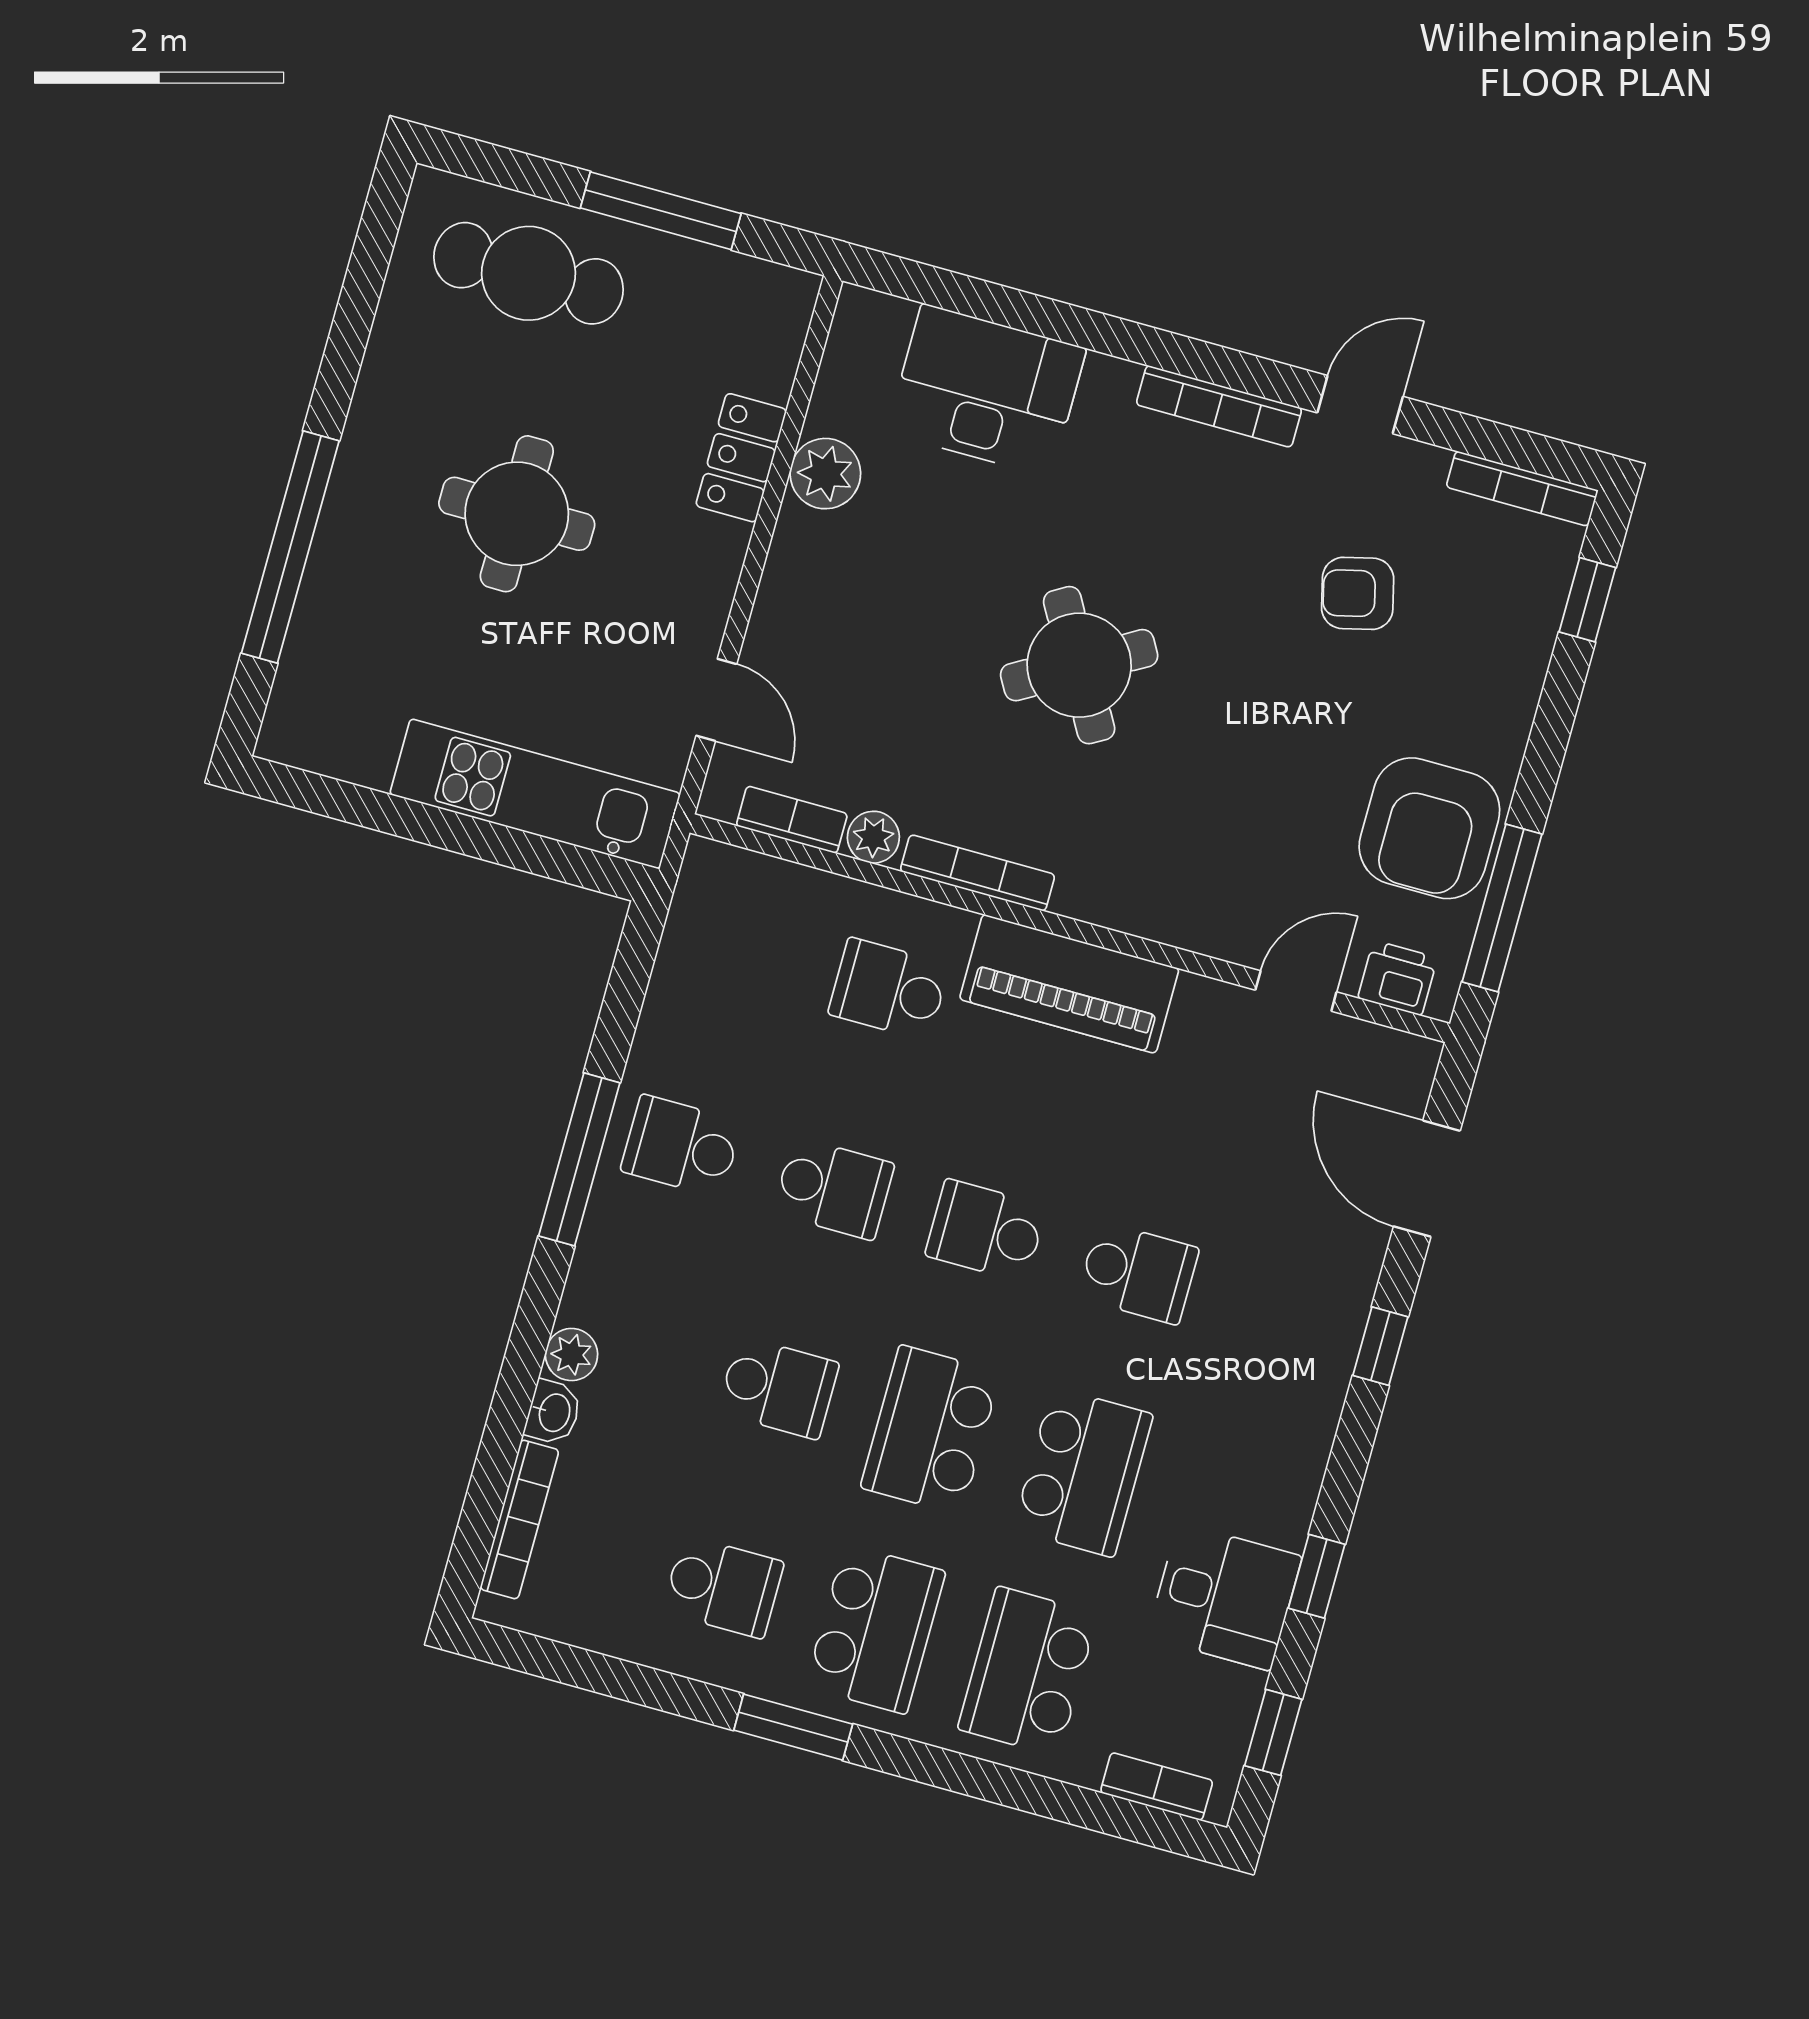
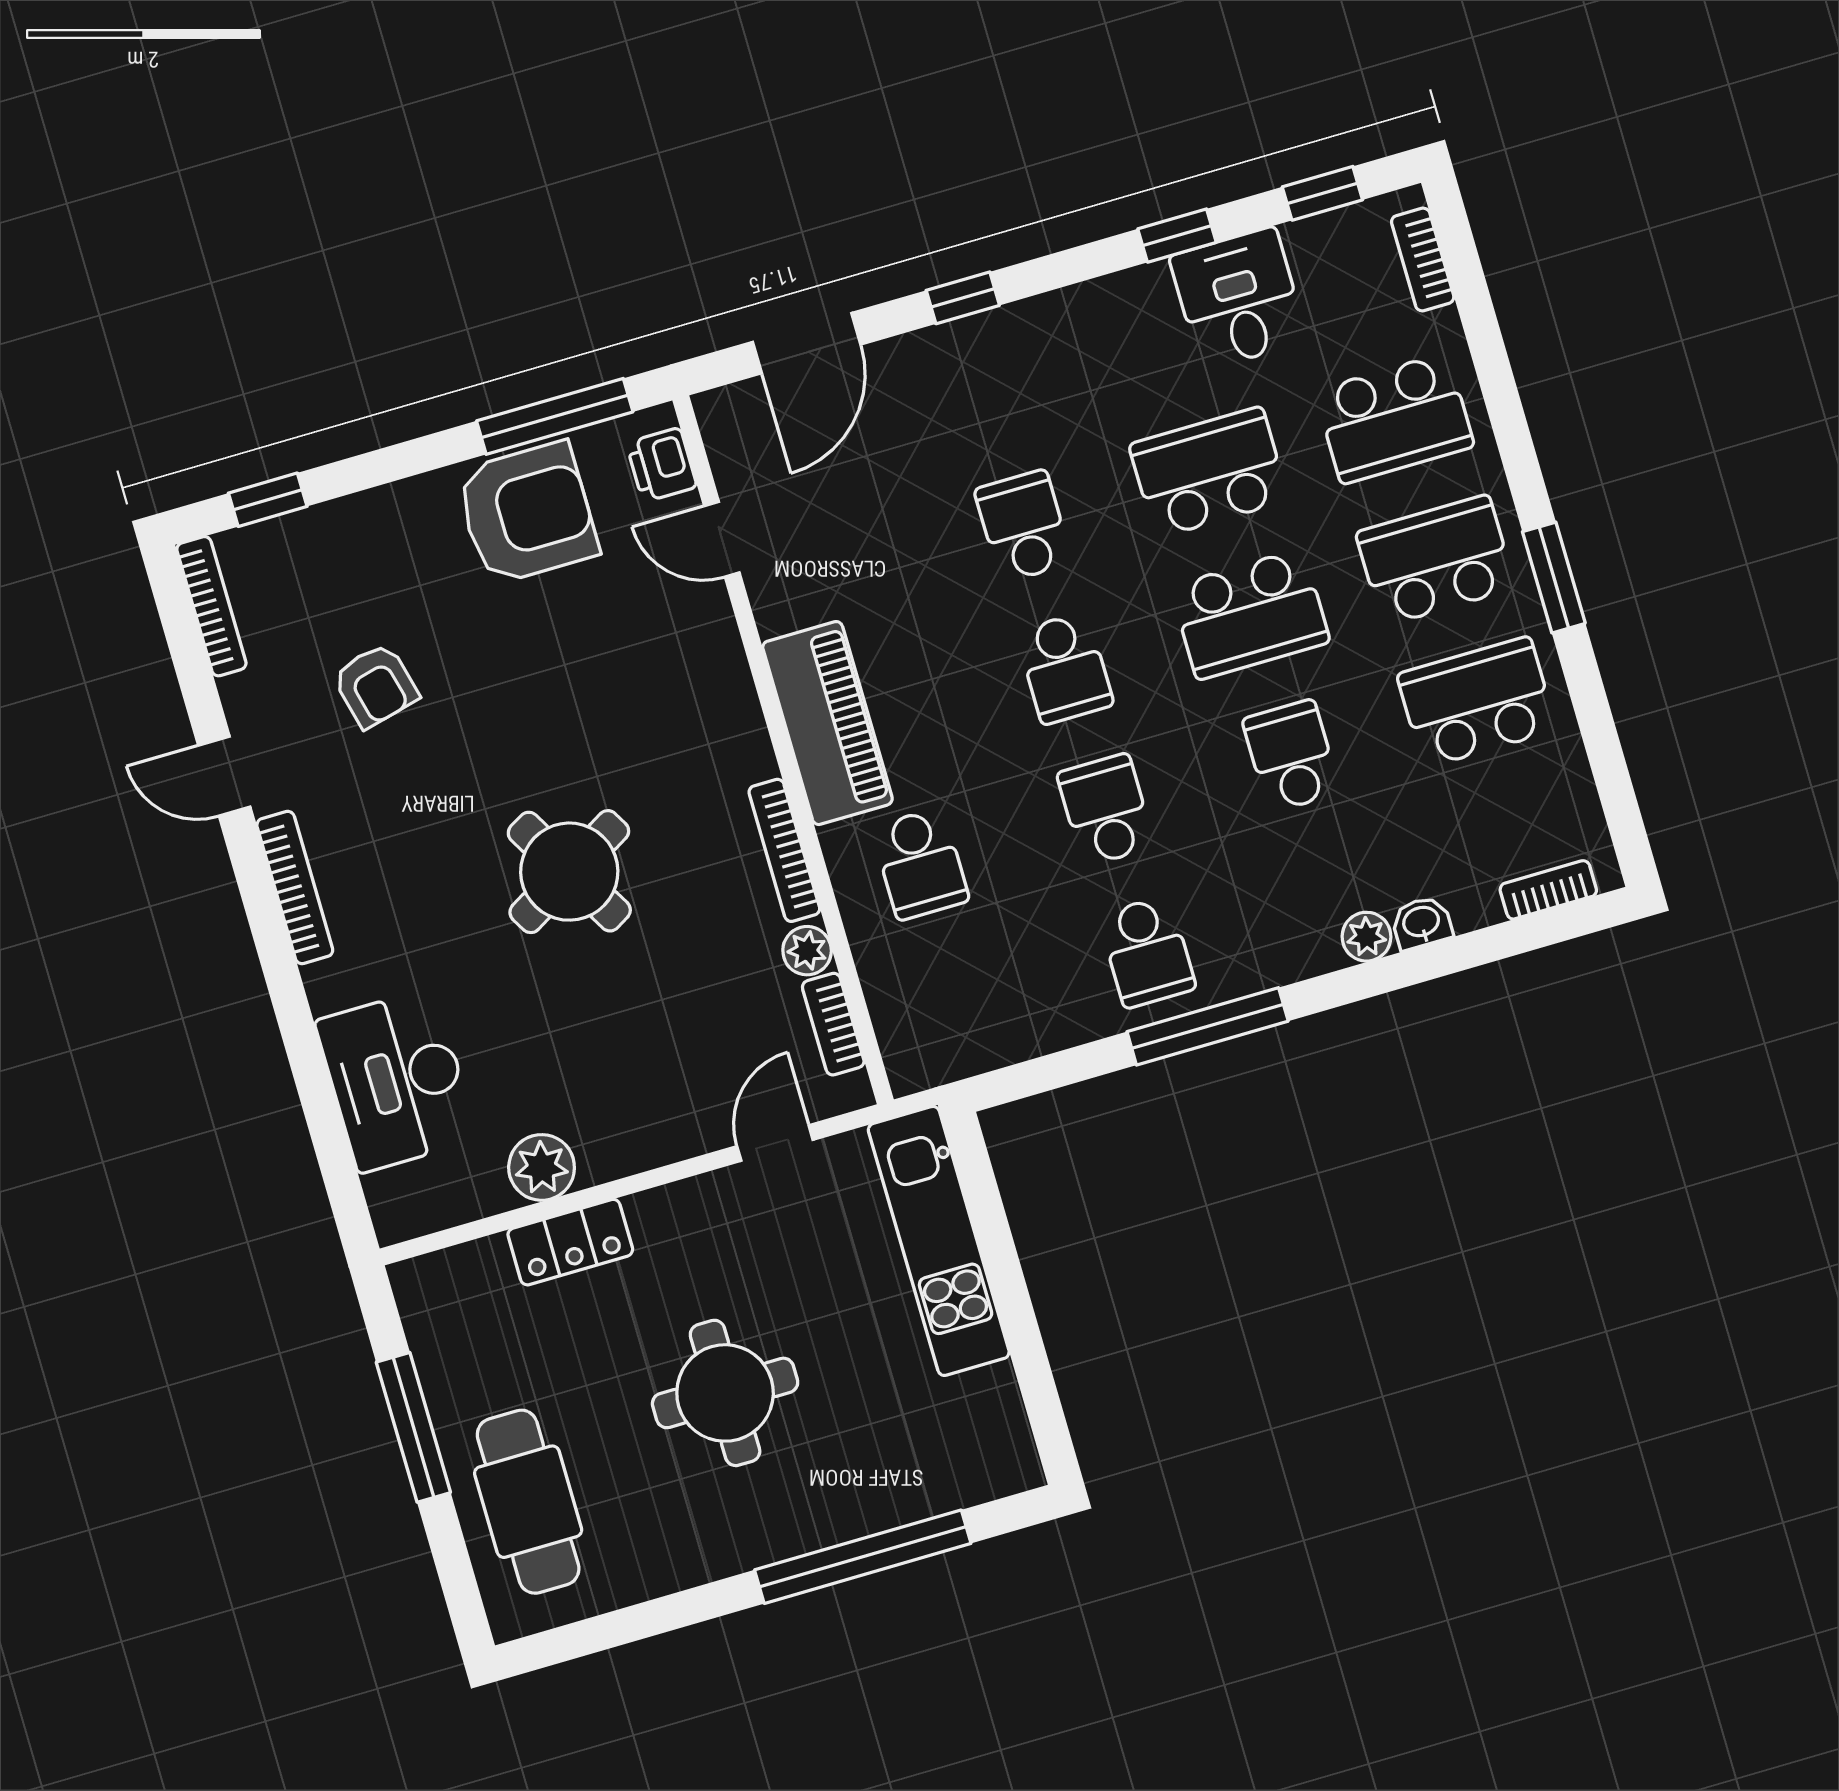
bookcase: (519, 1519) -> (1548, 890), width x0.64
school desk: (723, 1587) -> (1477, 702), width x1.85

